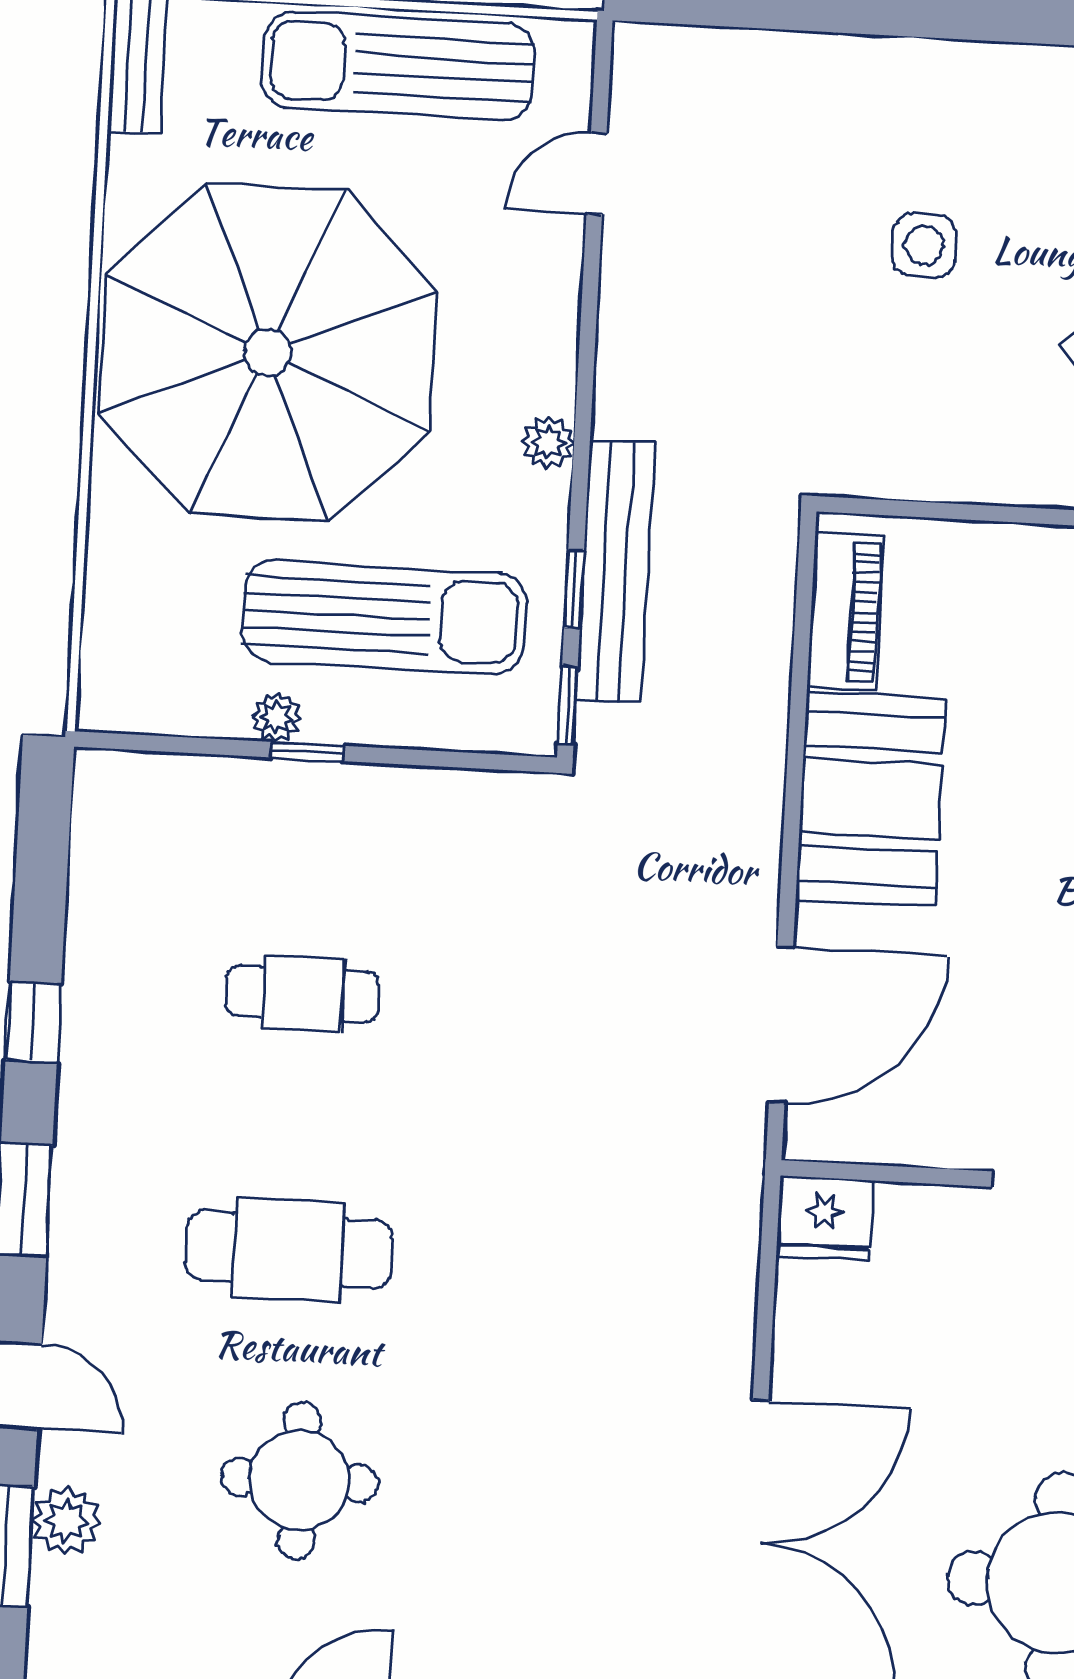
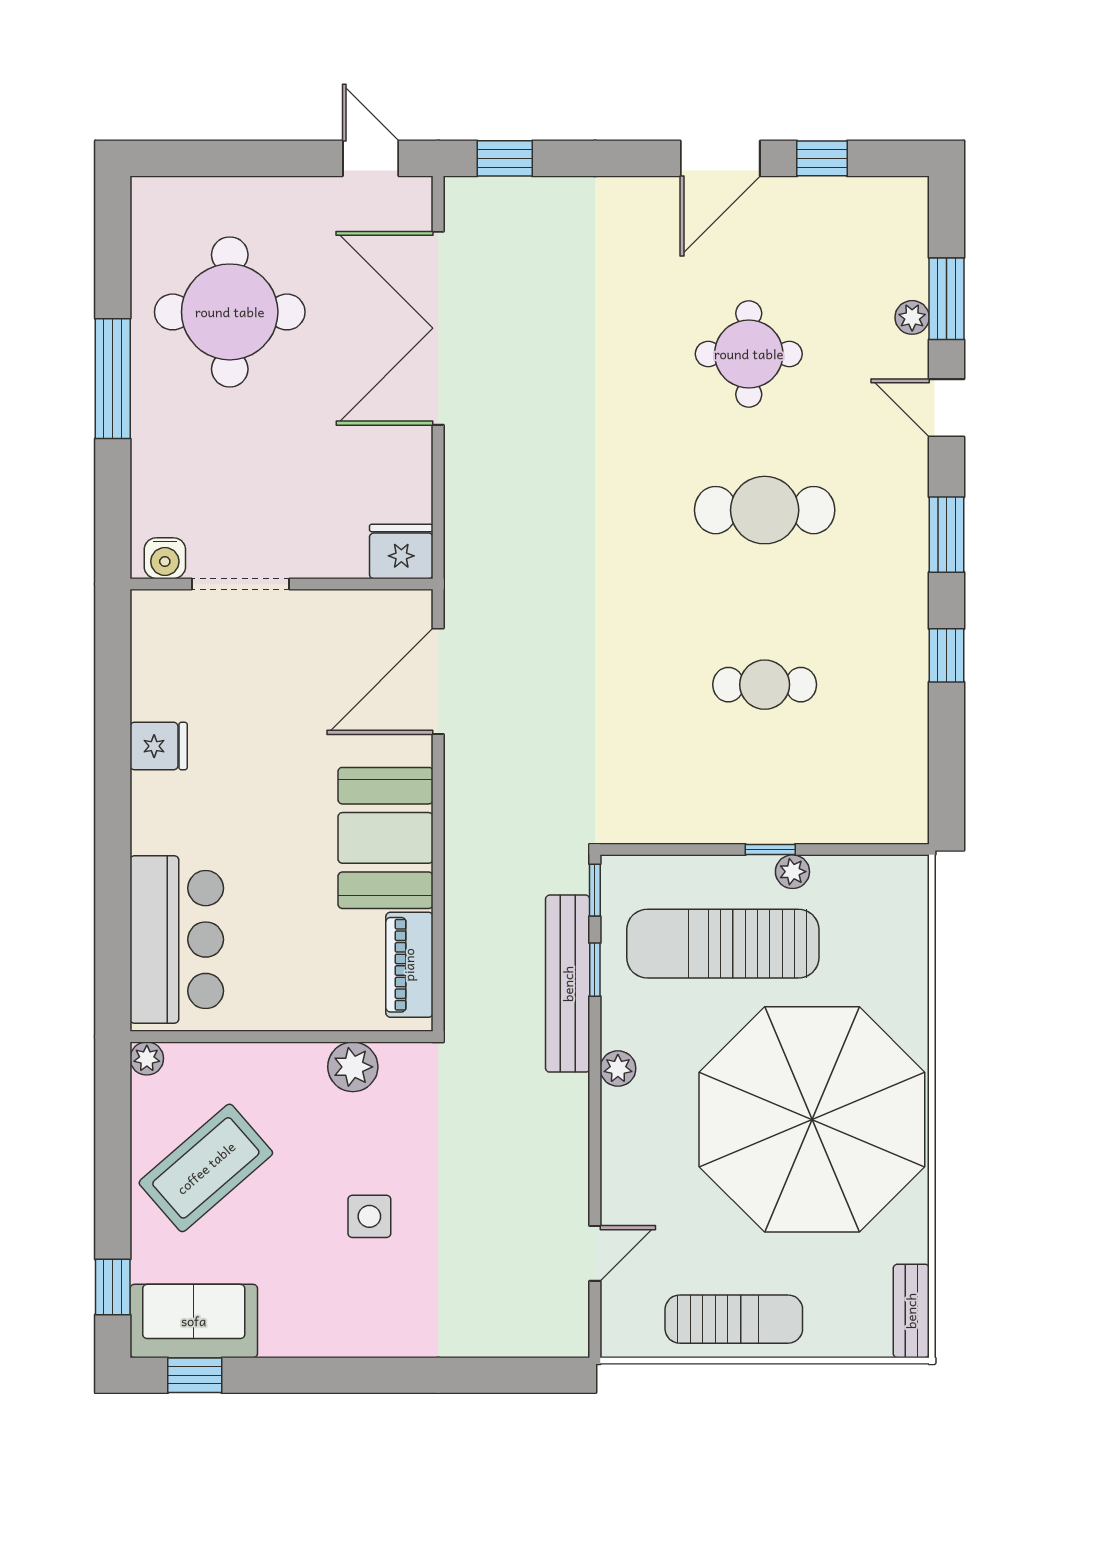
sun lounger: (398, 66) -> (734, 1319), width x0.73, depth x0.75
plant: (937, 466) -> (353, 1067), added
plant: (66, 1521) -> (912, 317), width x0.73, depth x0.73

